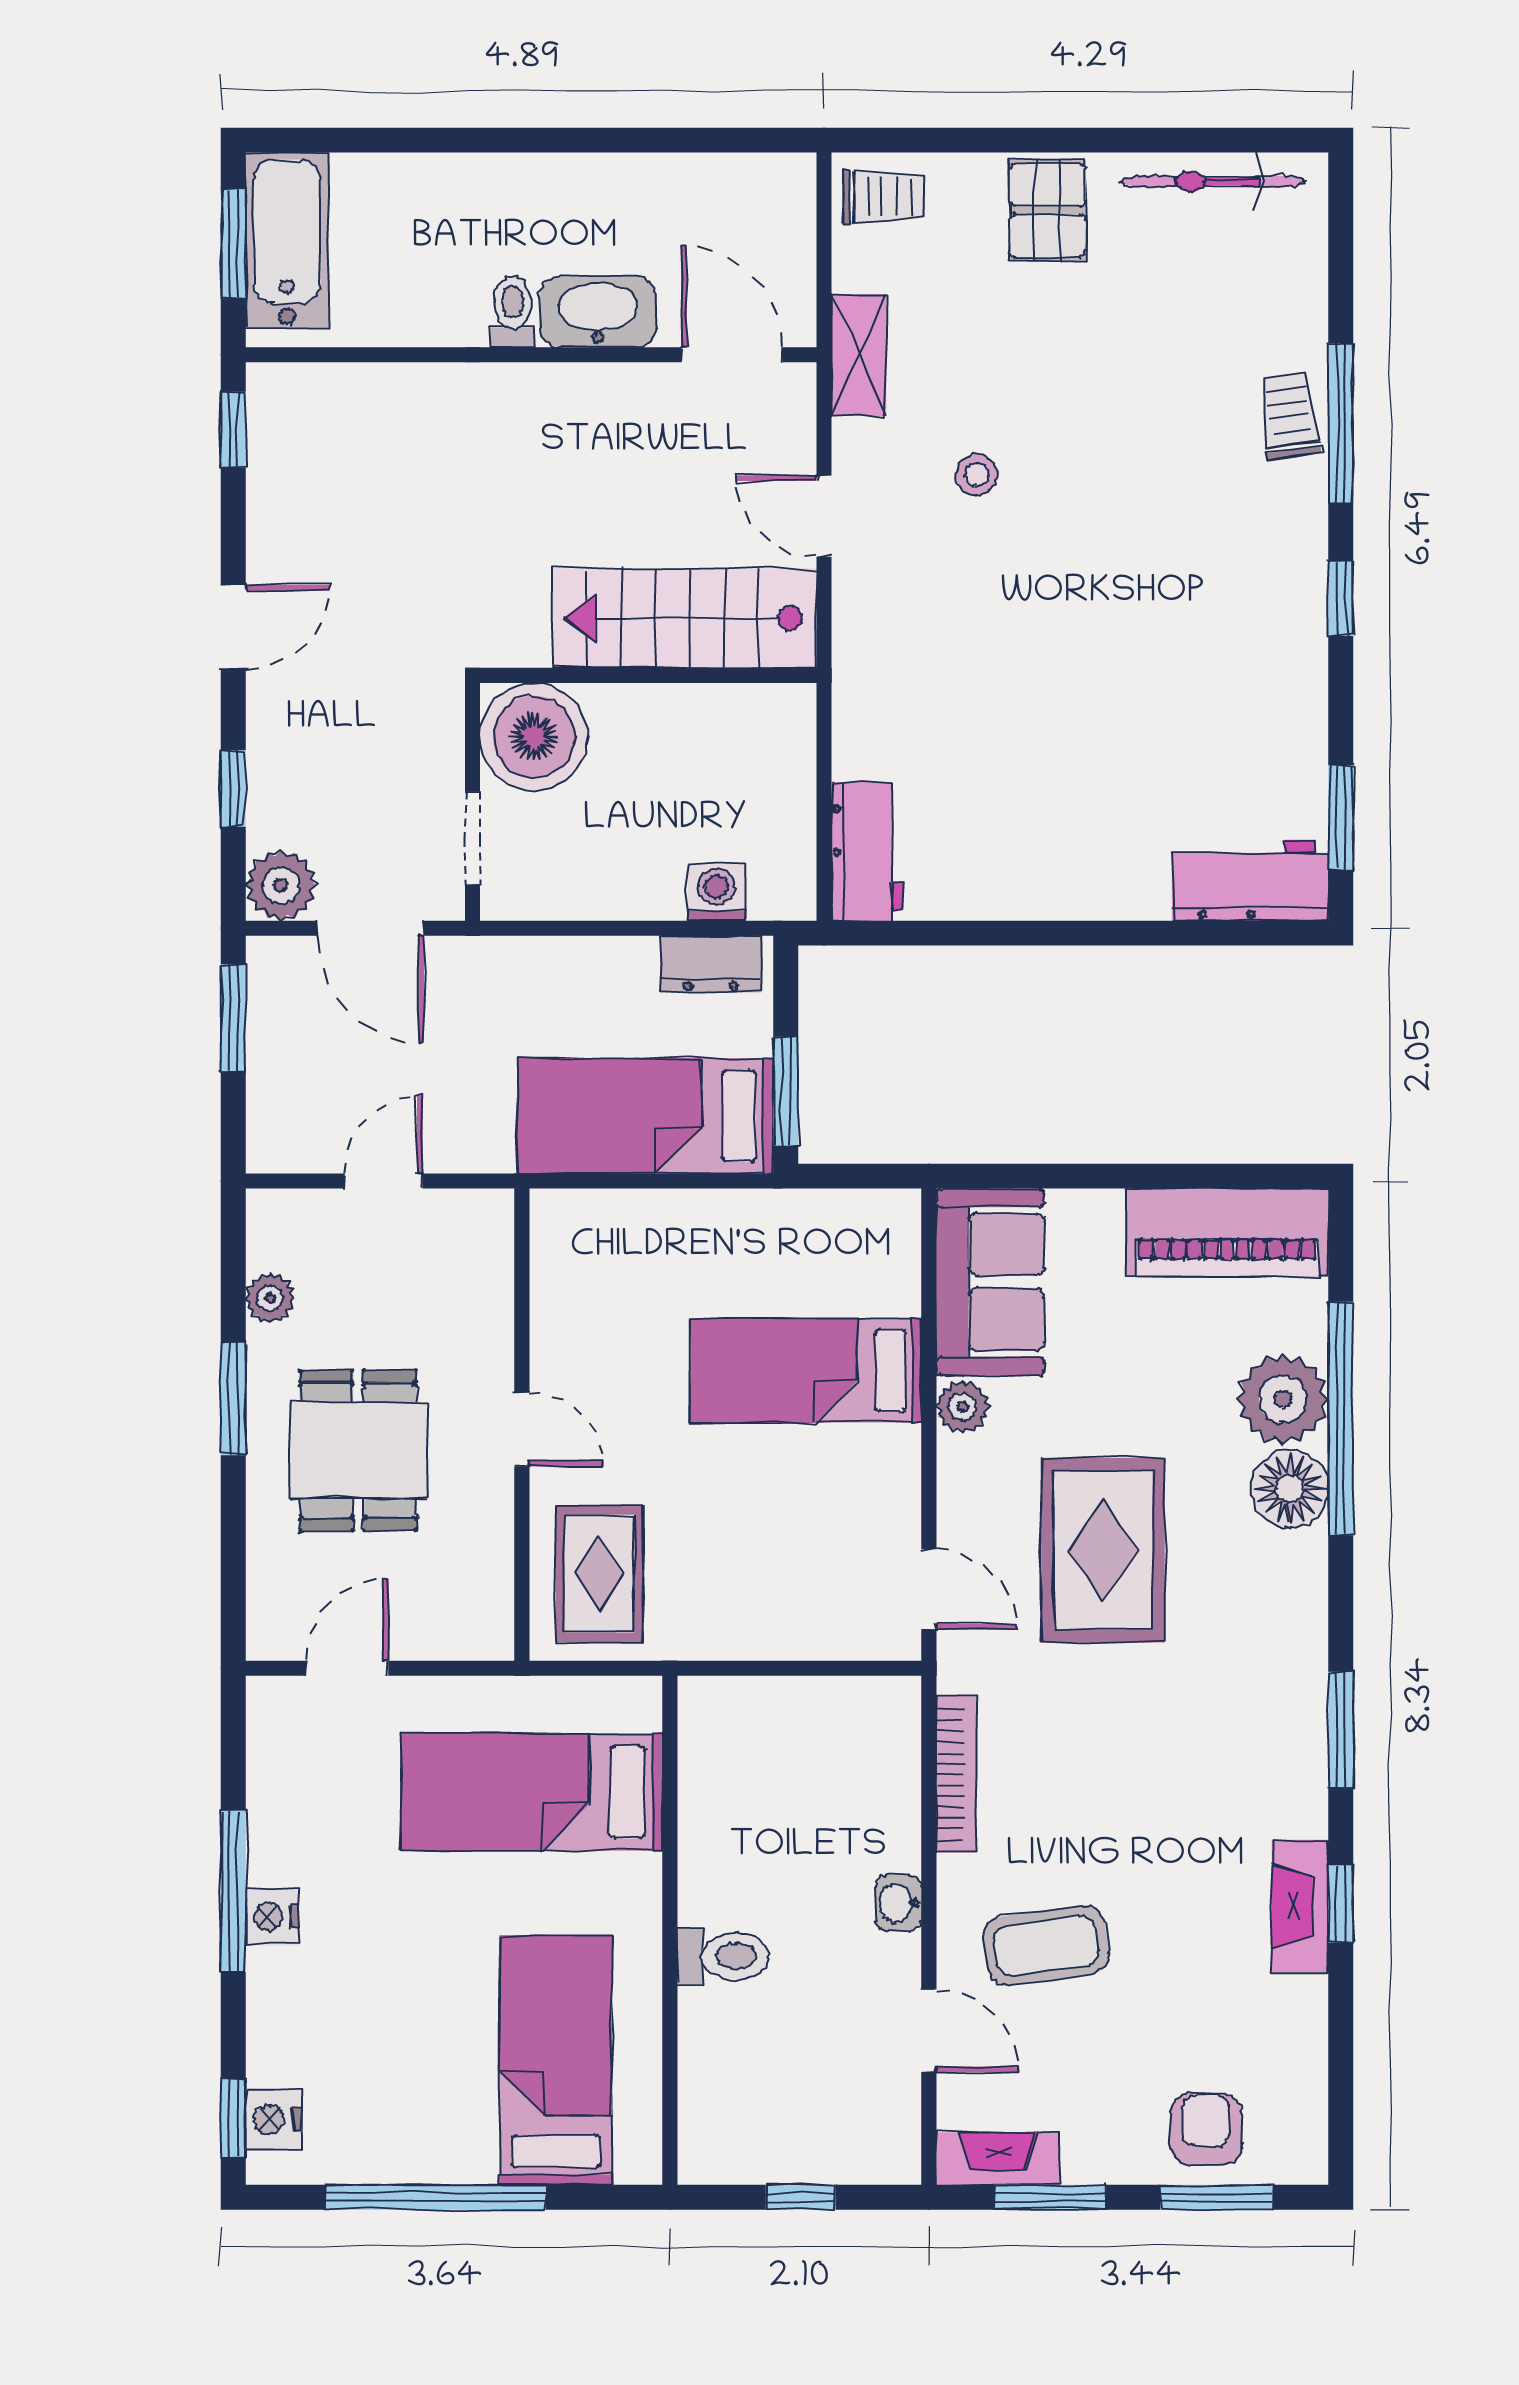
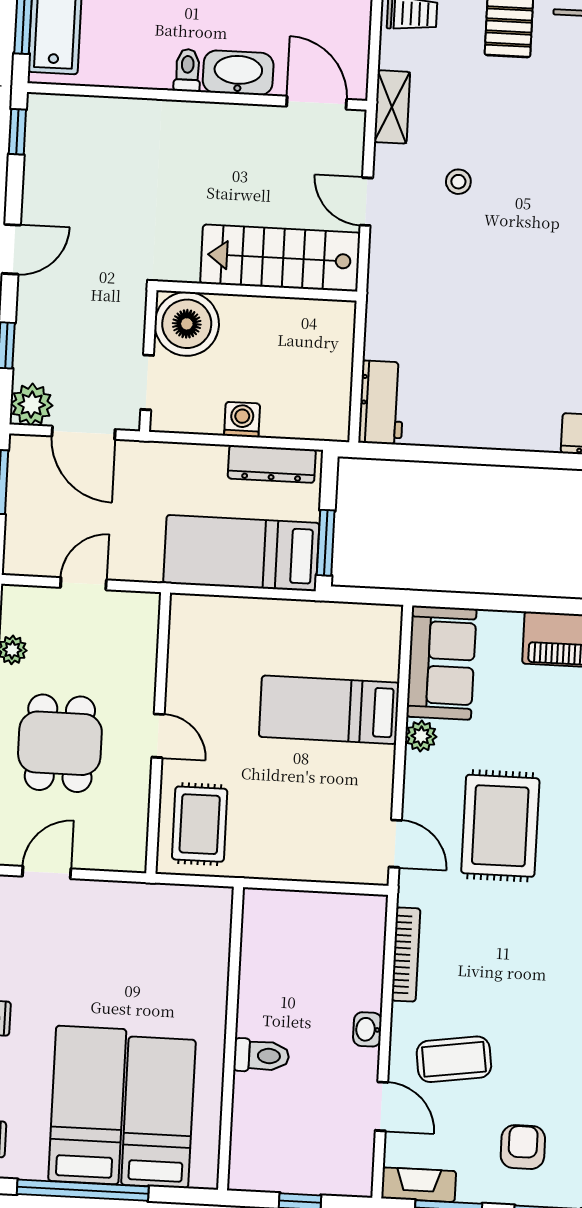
washing machine: (717, 892) -> (242, 420), moved
dresser: (711, 964) -> (272, 464), width x1.44
bed: (532, 1792) -> (87, 1105), moved, turned 90
armchair: (1206, 2129) -> (523, 1147), moved

